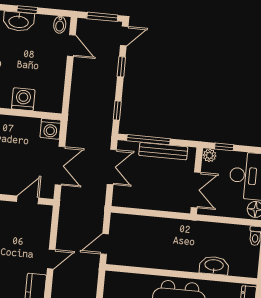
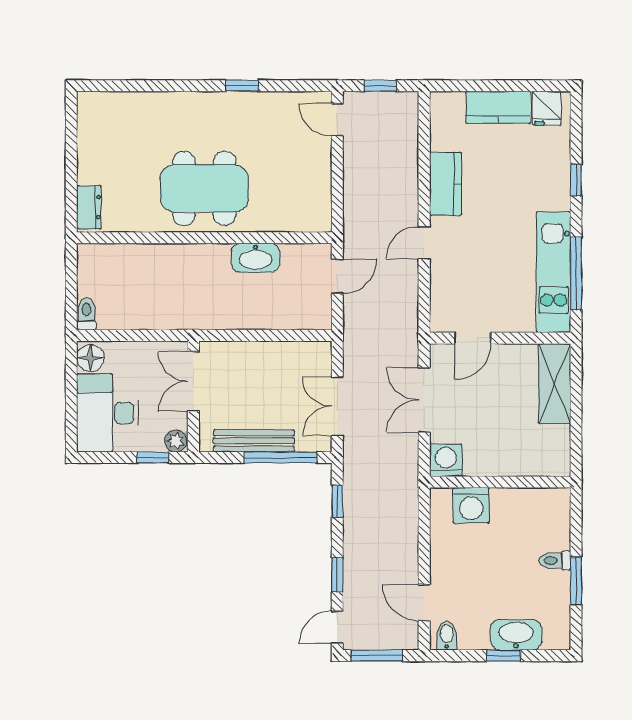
washing machine: (23, 99) -> (471, 505), moved
washbasin: (214, 265) -> (255, 258), moved

